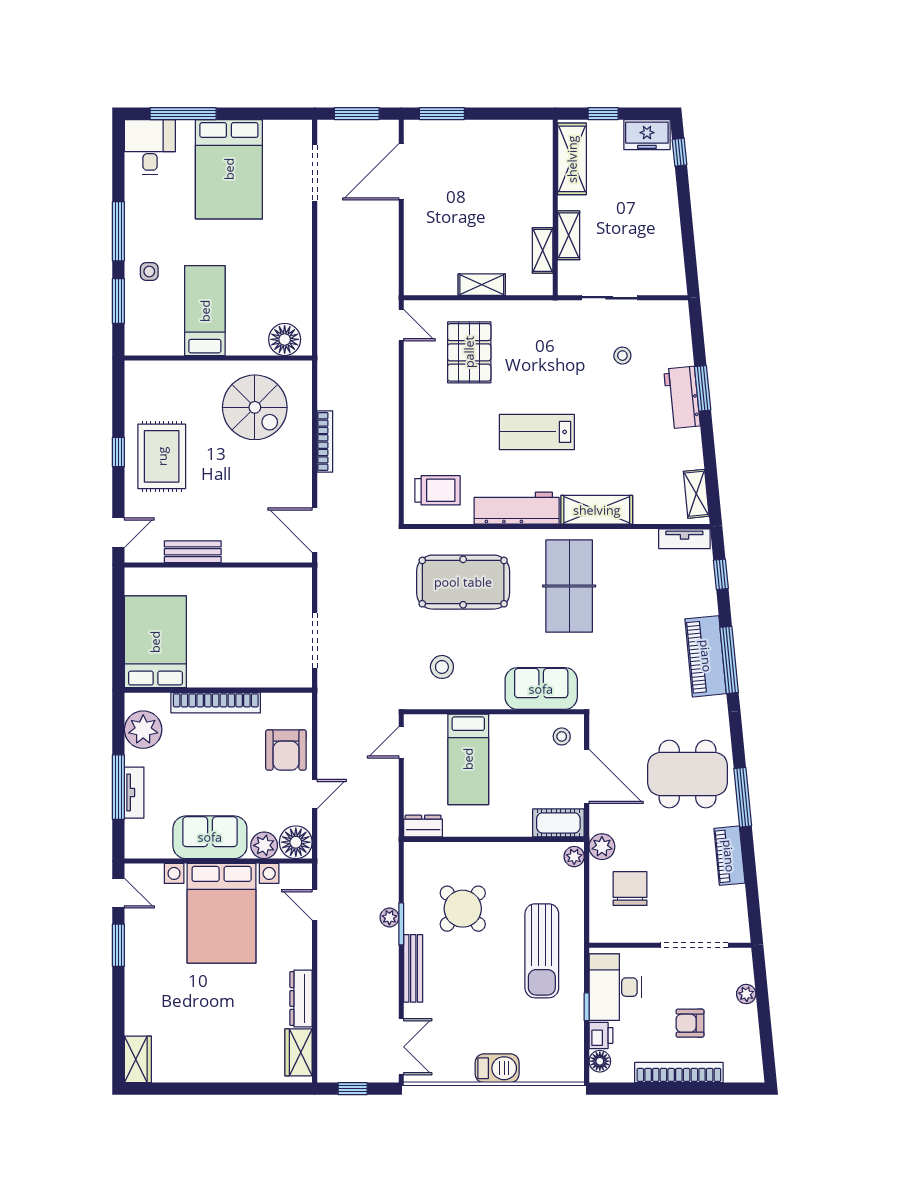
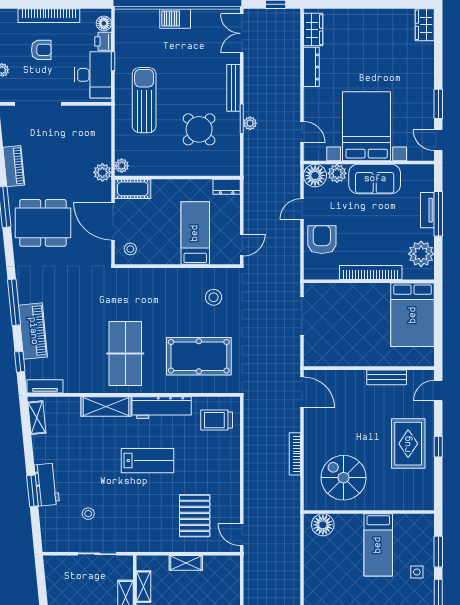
piano: (706, 656) -> (33, 331), moved
sofa: (541, 689) -> (145, 282), removed
chair: (630, 889) -> (83, 143), removed

